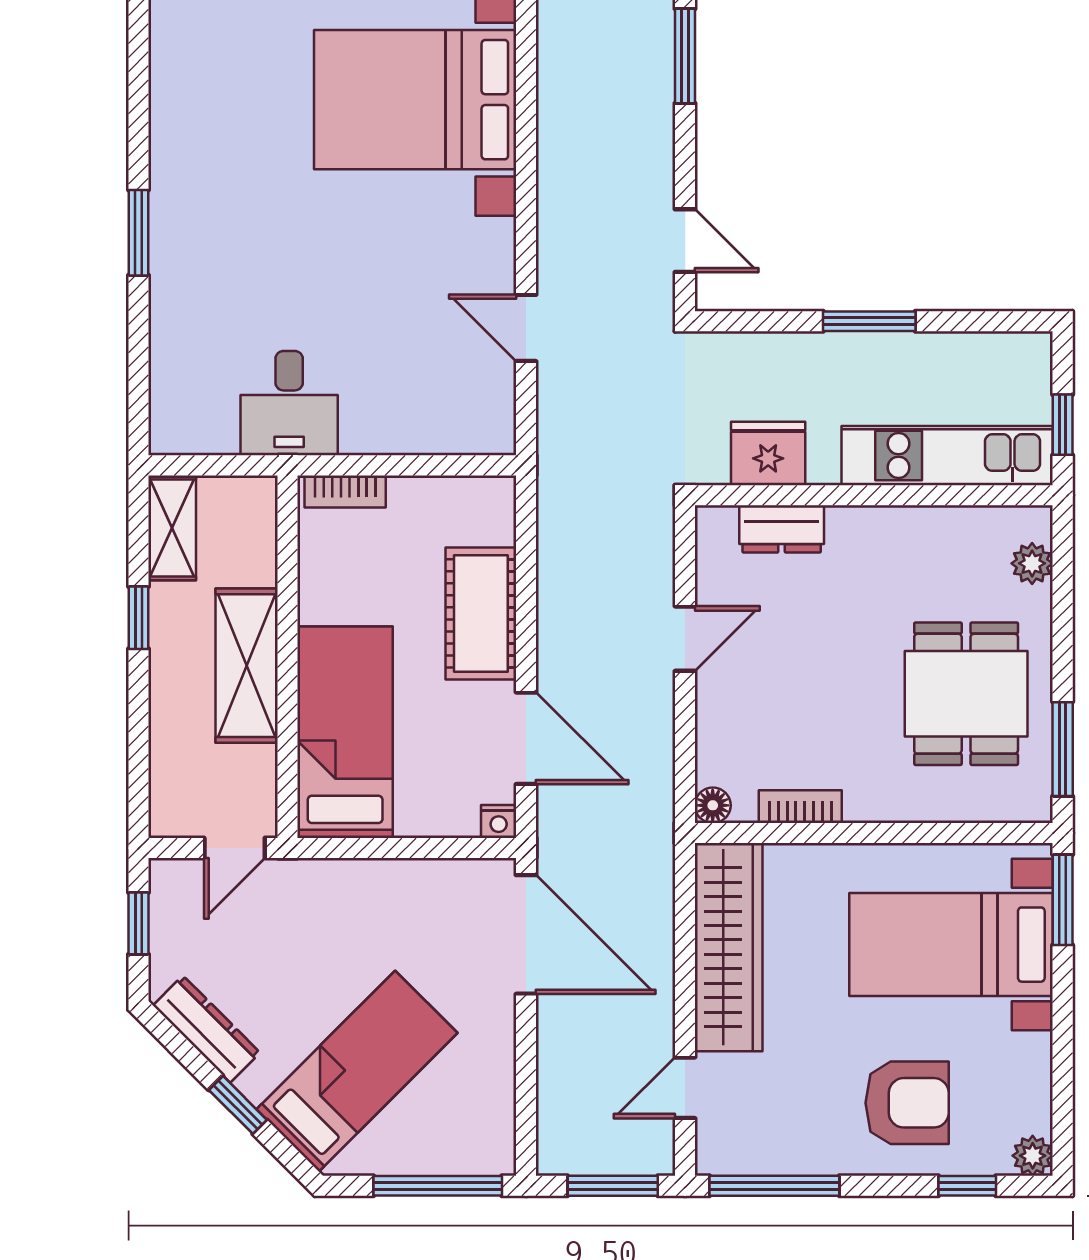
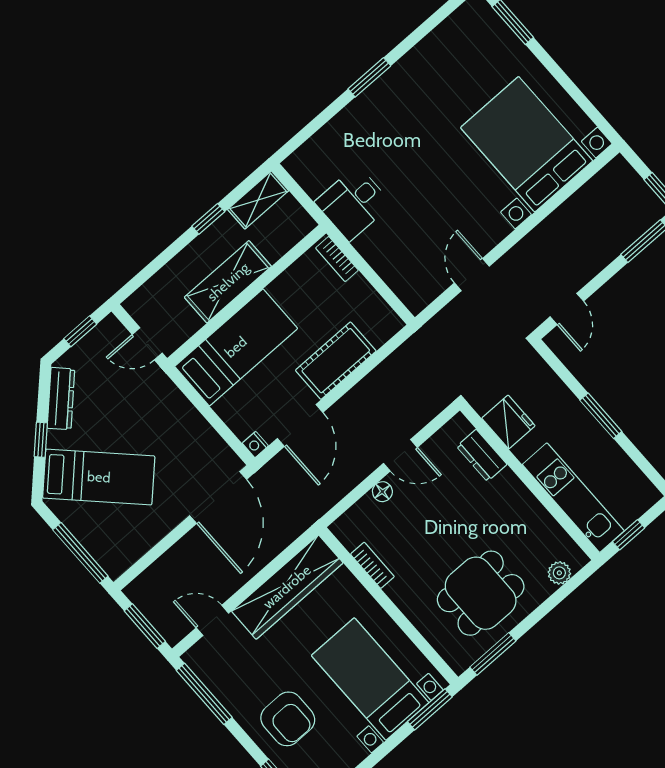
floor lamp: (713, 805) -> (382, 492), moved

